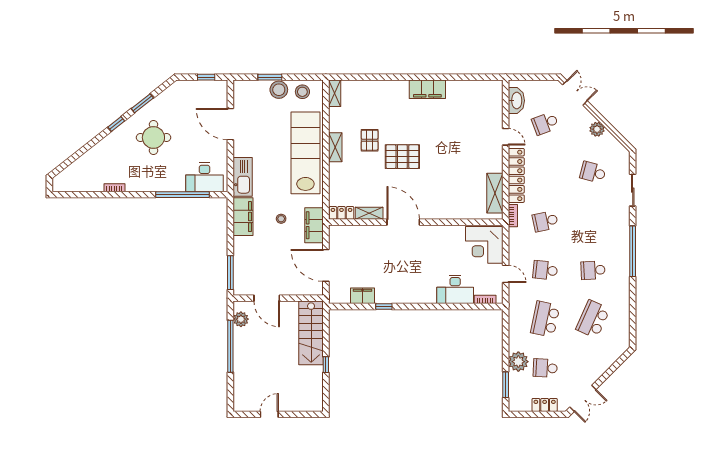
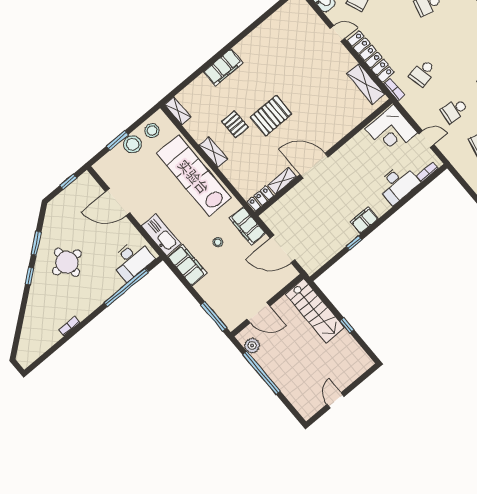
filing cabinet: (427, 89) -> (223, 67), moved
filing cabinet: (362, 296) -> (364, 220), moved

